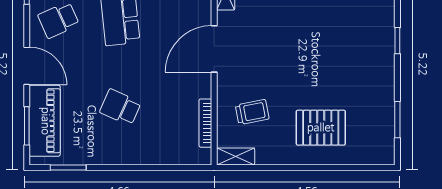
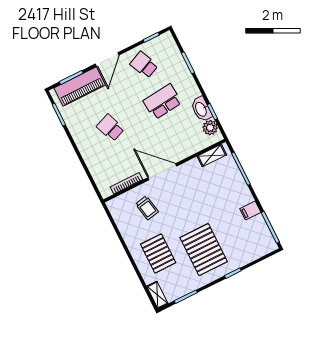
door: (214, 49) -> (162, 172), moved
pallet: (346, 64) -> (204, 250), added
school desk: (120, 107) -> (110, 128), turned -45
shelving: (236, 156) -> (157, 295), moved

